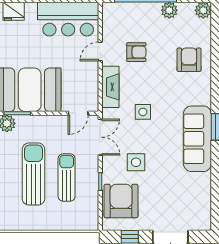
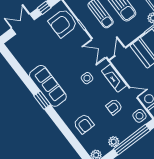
door: (100, 51) -> (133, 93), hinge flipped
side table: (136, 162) -> (139, 116), moved
armchair: (121, 201) -> (63, 23), turned 90

